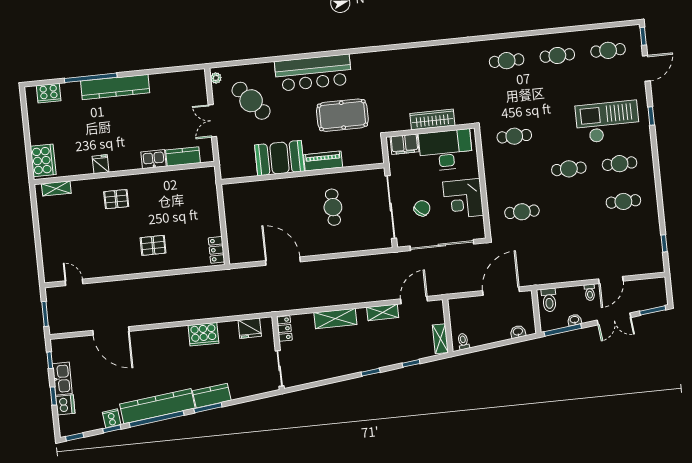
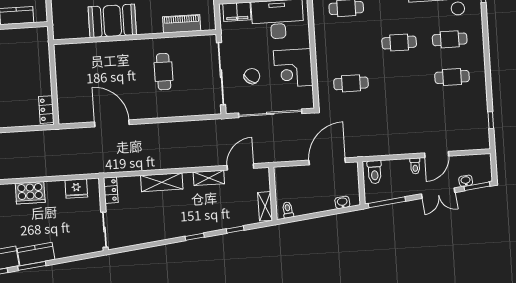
piano: (323, 161) -> (182, 24), moved
washbasin: (574, 320) -> (466, 181), moved

